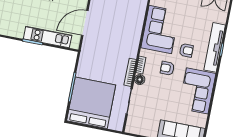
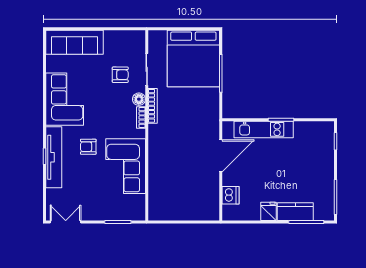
armchair: (167, 68) -> (120, 75), moved

